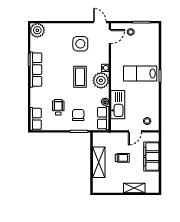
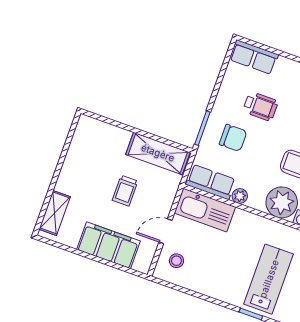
kitchen sink: (118, 105) -> (205, 210), moved
door: (135, 131) -> (165, 231), hinge flipped
shelving: (99, 162) -> (158, 153), moved
shelving: (134, 188) -> (55, 213), moved

